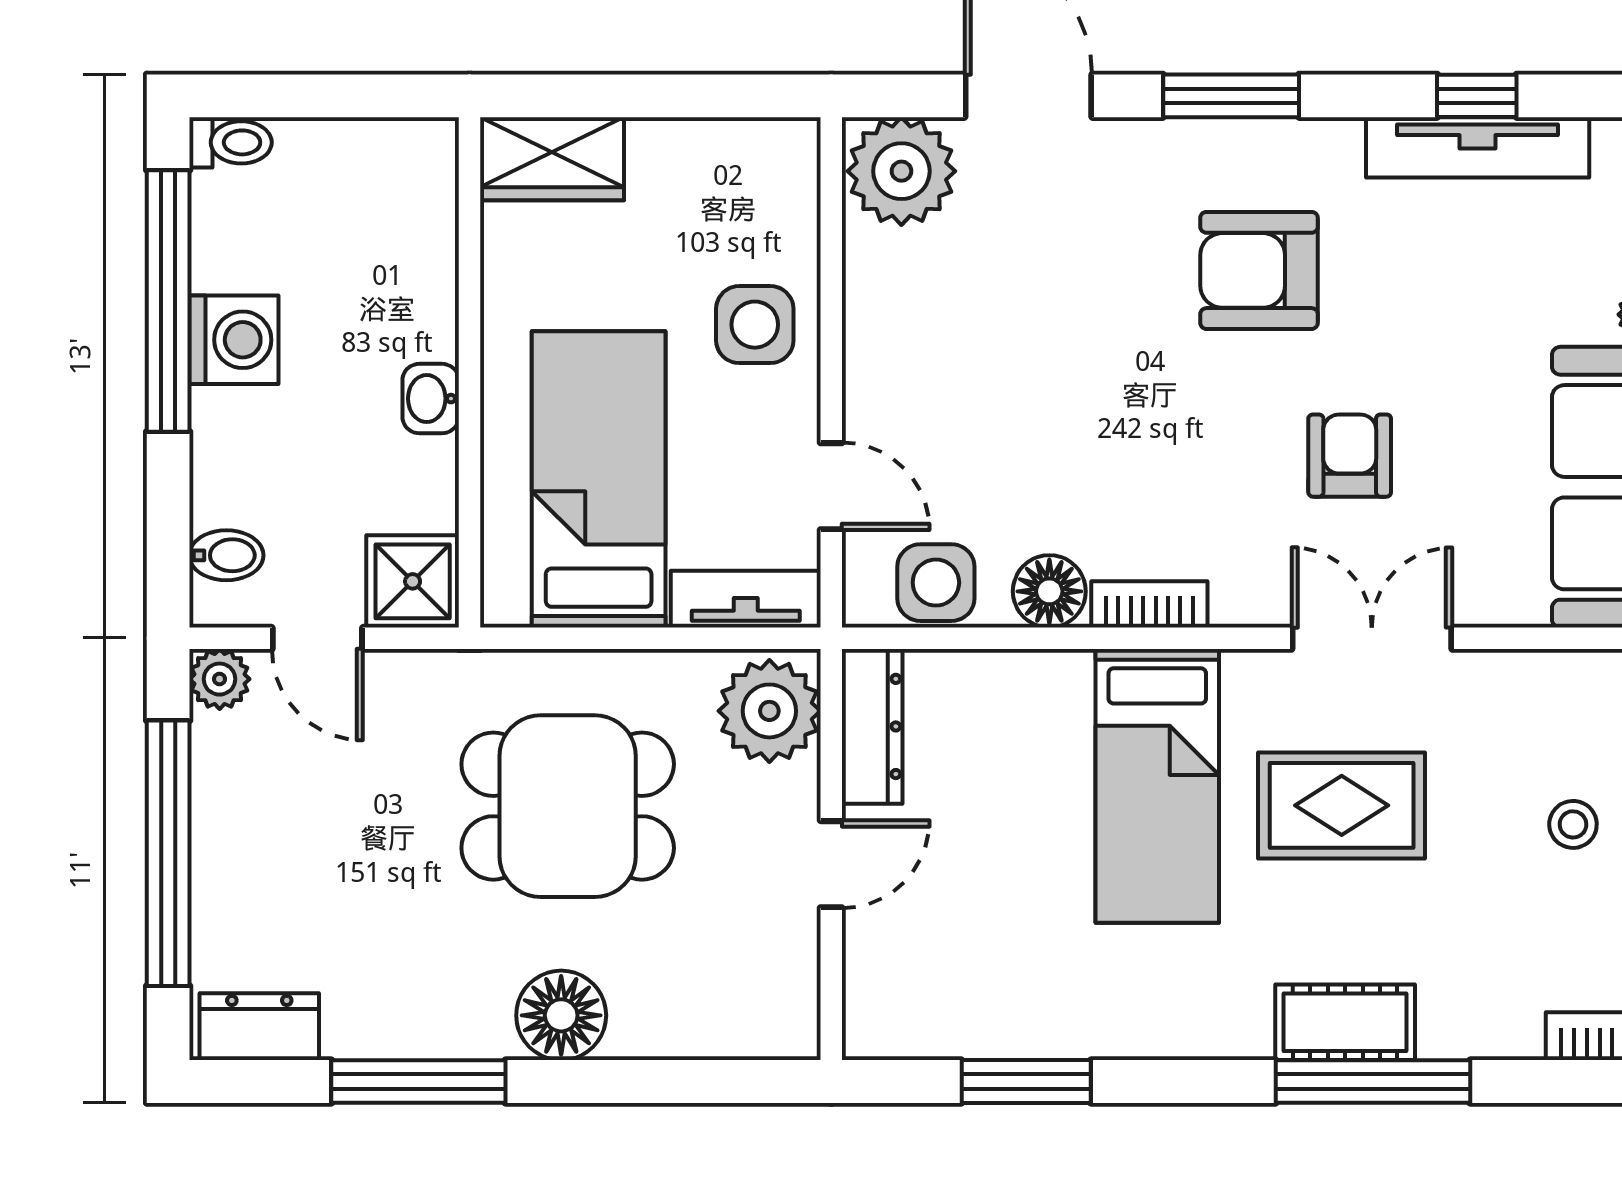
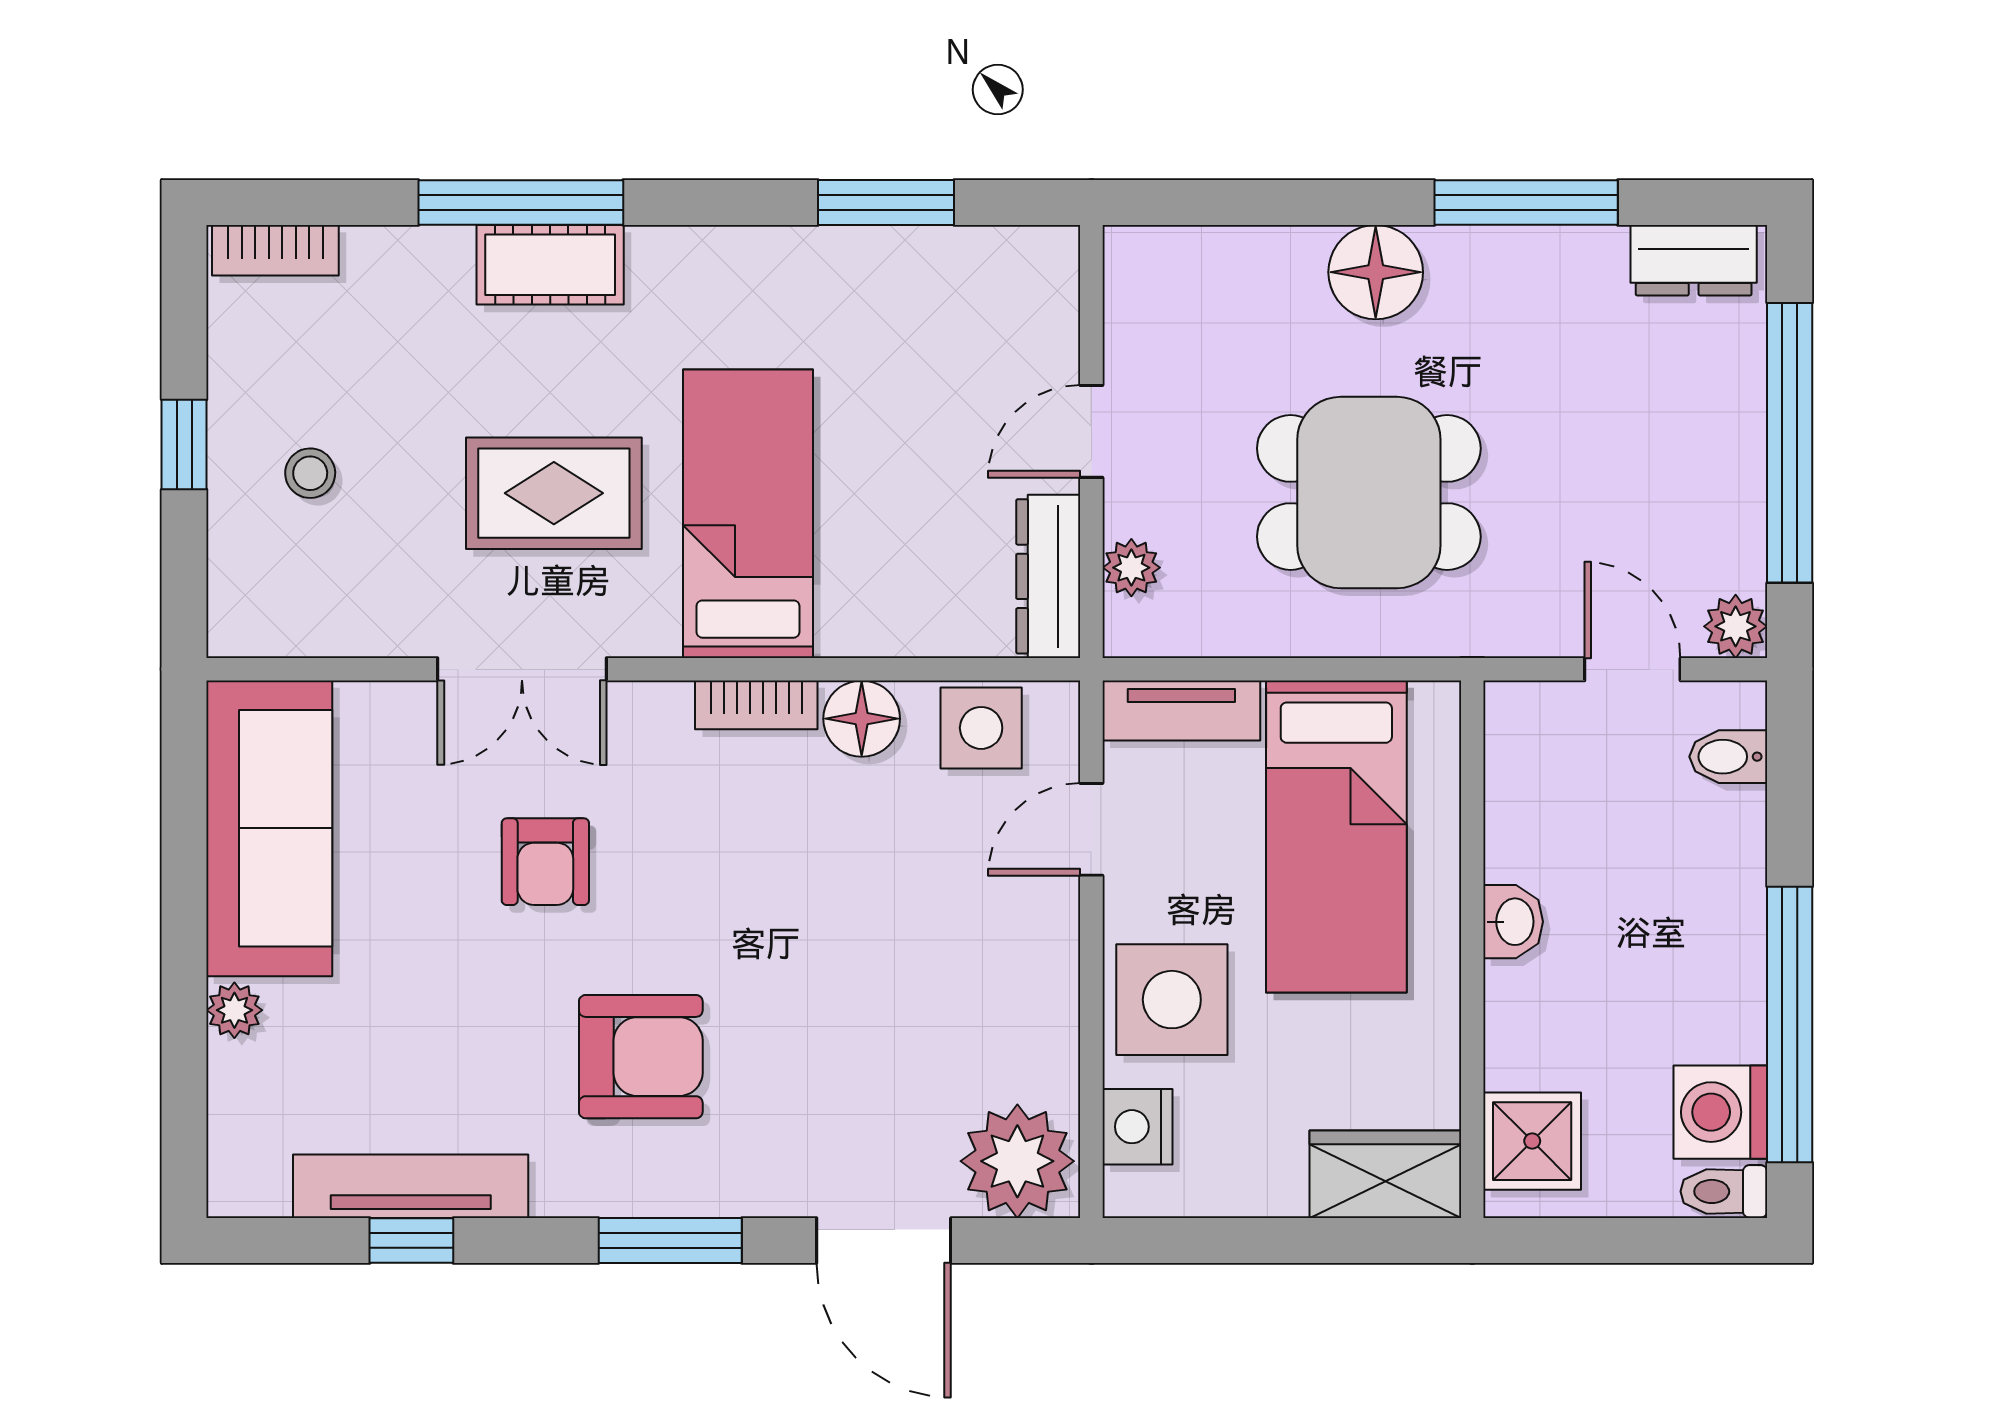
nightstand: (787, 204) -> (1137, 1127), added
side table: (755, 325) -> (1172, 1000), width x1.37, depth x1.37
washing machine: (234, 340) -> (1720, 1112), moved
door: (831, 486) -> (1091, 829), hinge flipped
shower: (413, 581) -> (1532, 1141), moved
plant: (769, 711) -> (1131, 568), width x0.53, depth x0.53

